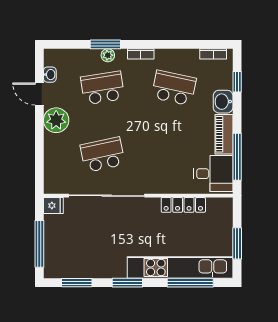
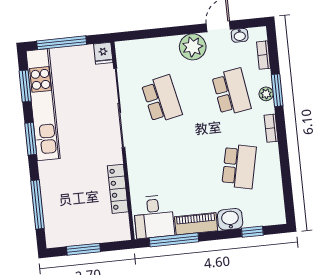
bookcase: (213, 54) -> (264, 55), moved
kitchen unit: (180, 267) -> (43, 105), moved

